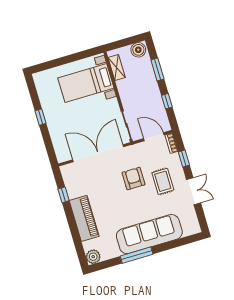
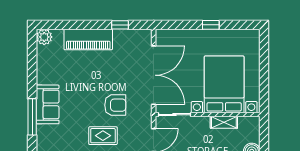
shelving: (117, 67) -> (224, 122), moved
bed with nightstands: (86, 83) -> (224, 84), width x1.36
sofa: (149, 234) -> (48, 104), width x0.54, depth x0.79
window: (137, 255) -> (32, 117), moved

